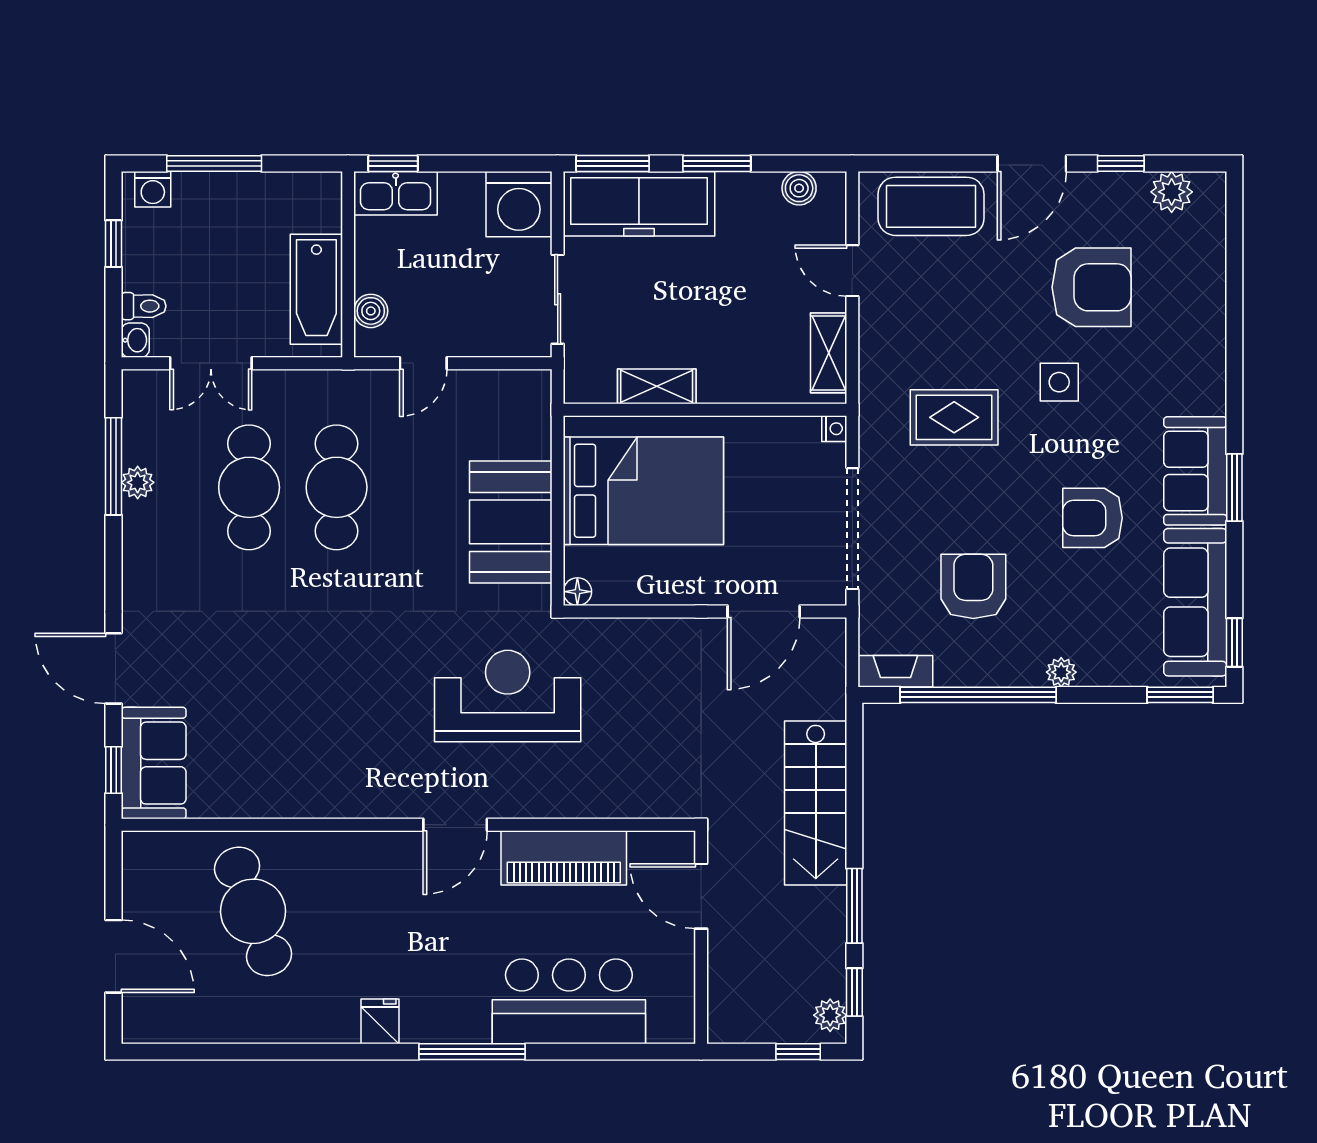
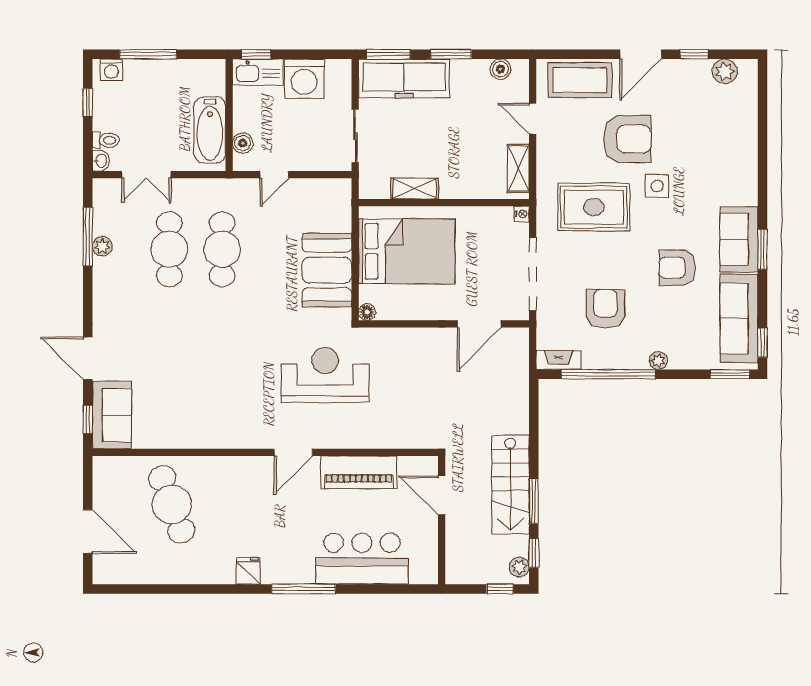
washing machine: (519, 204) -> (304, 79), moved
armchair: (1091, 287) -> (627, 139), moved
rug: (954, 417) -> (594, 207), width x1.36, depth x1.43
stairs: (816, 803) -> (510, 485), moved

